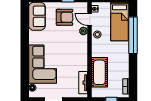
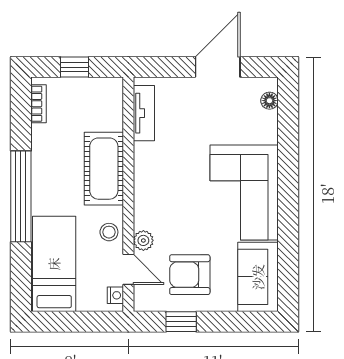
window: (133, 35) -> (21, 196), moved
corner sofa: (43, 64) -> (244, 192), moved
cot: (99, 72) -> (104, 169), moved

